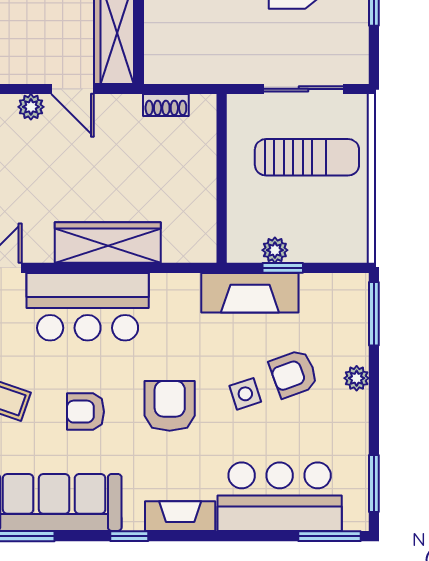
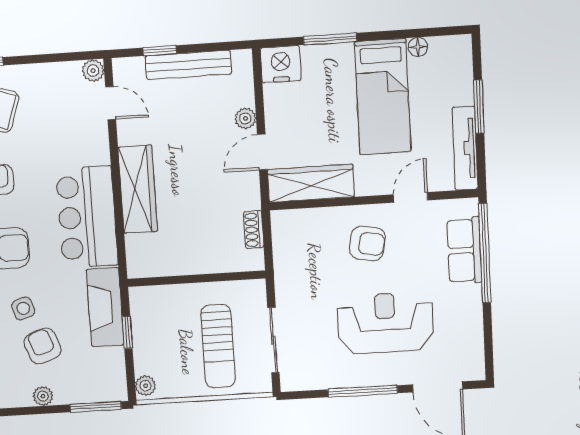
plant: (275, 250) -> (145, 386), moved
bar counter: (88, 307) -> (87, 217), moved

